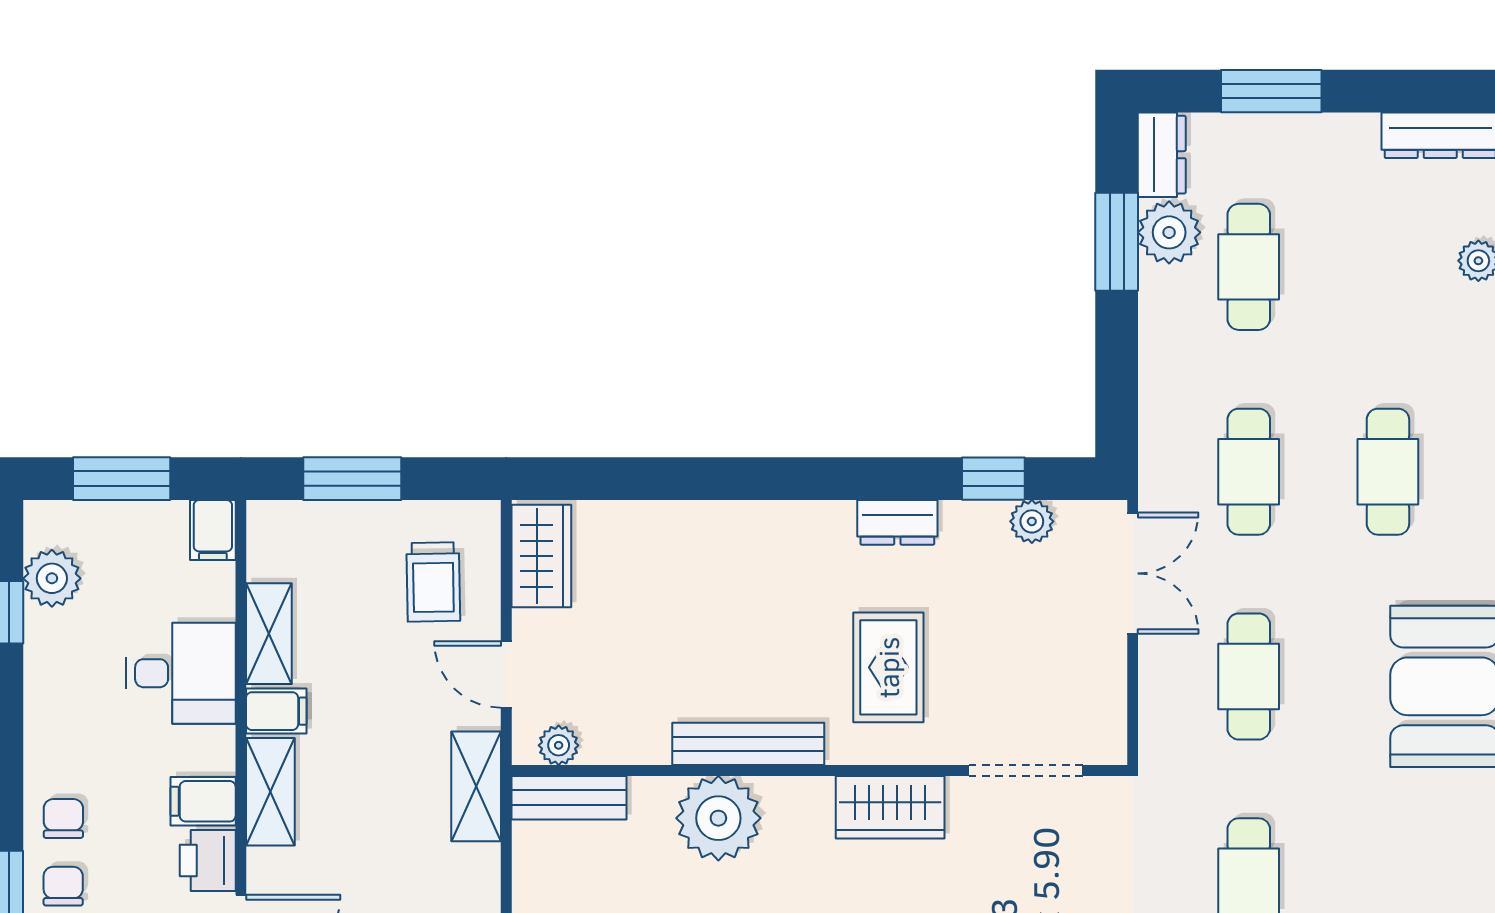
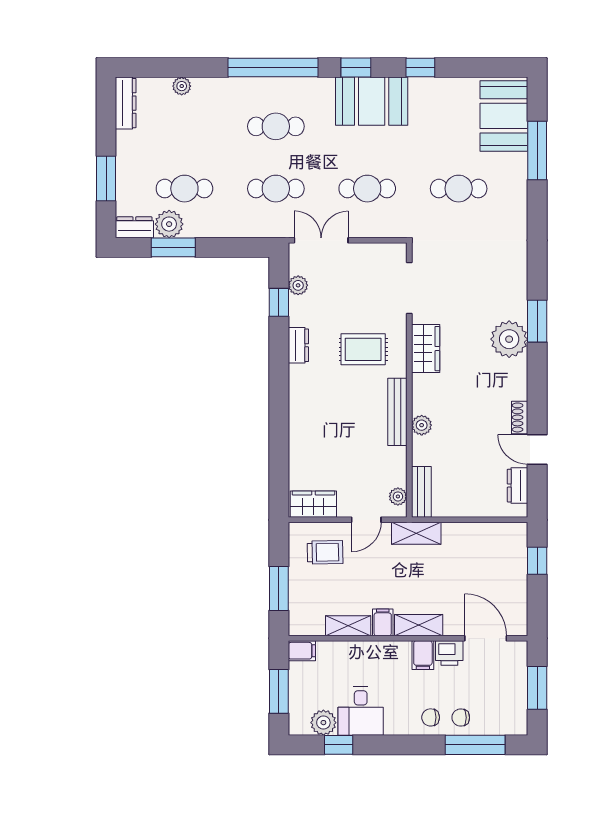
desk: (181, 673) -> (361, 711), moved, turned 180
plant: (718, 818) -> (422, 425), width x0.53, depth x0.53

